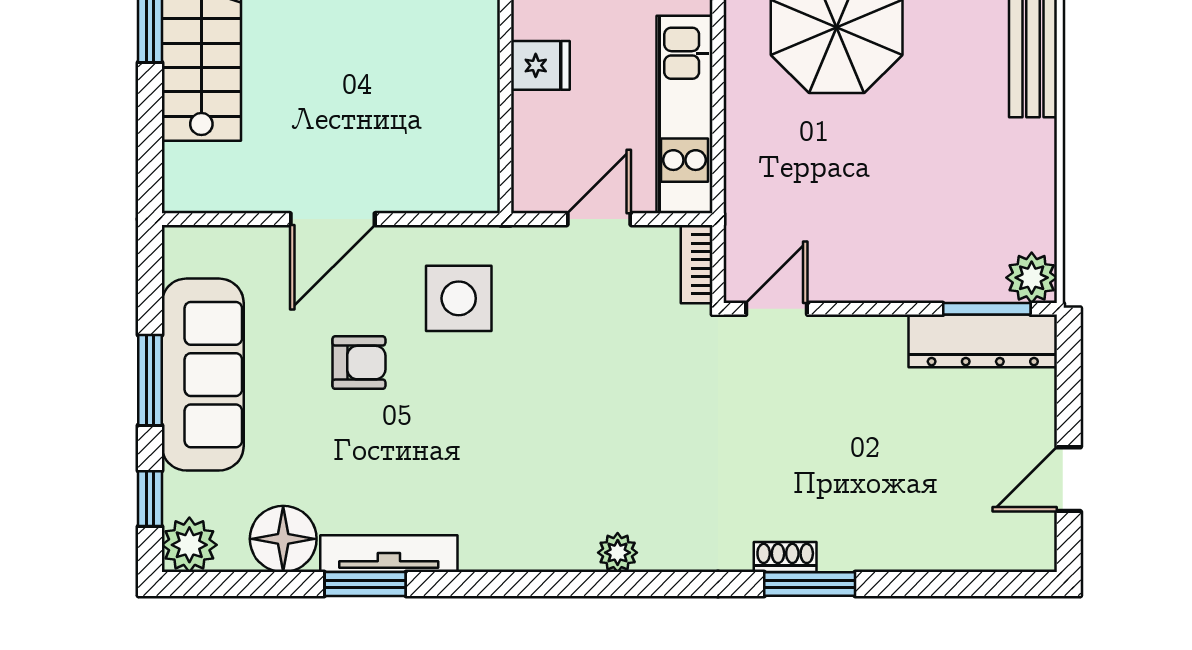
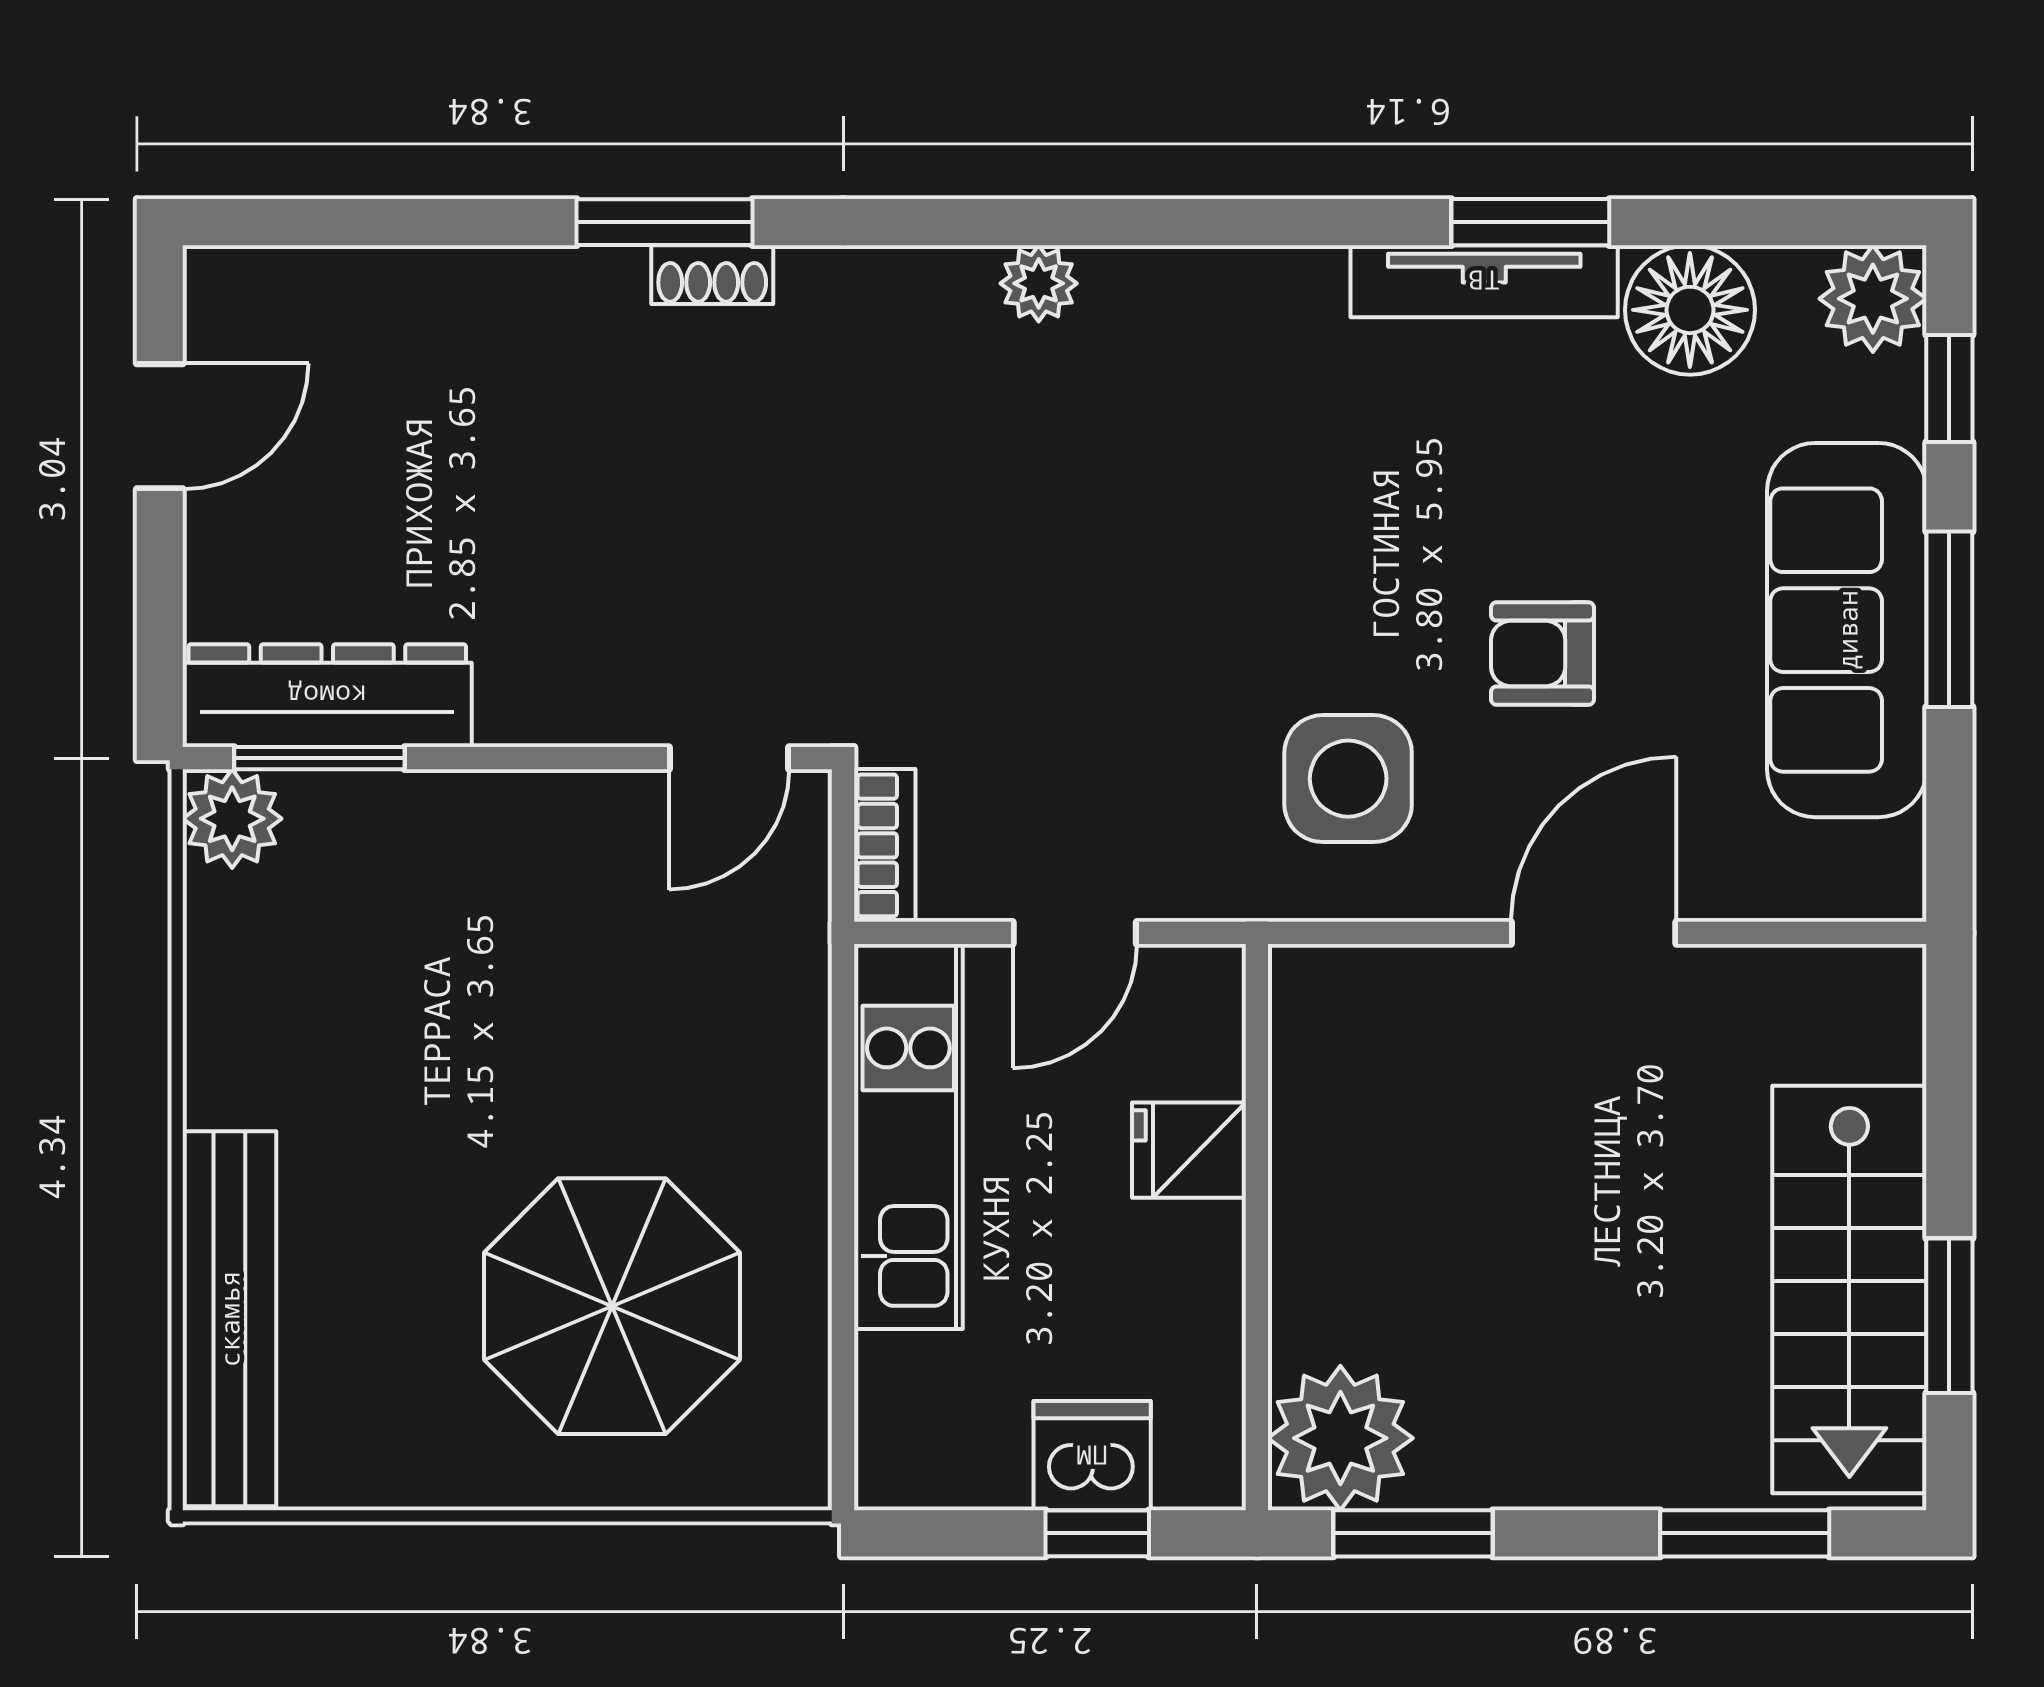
fridge: (540, 65) -> (1189, 1150), moved

